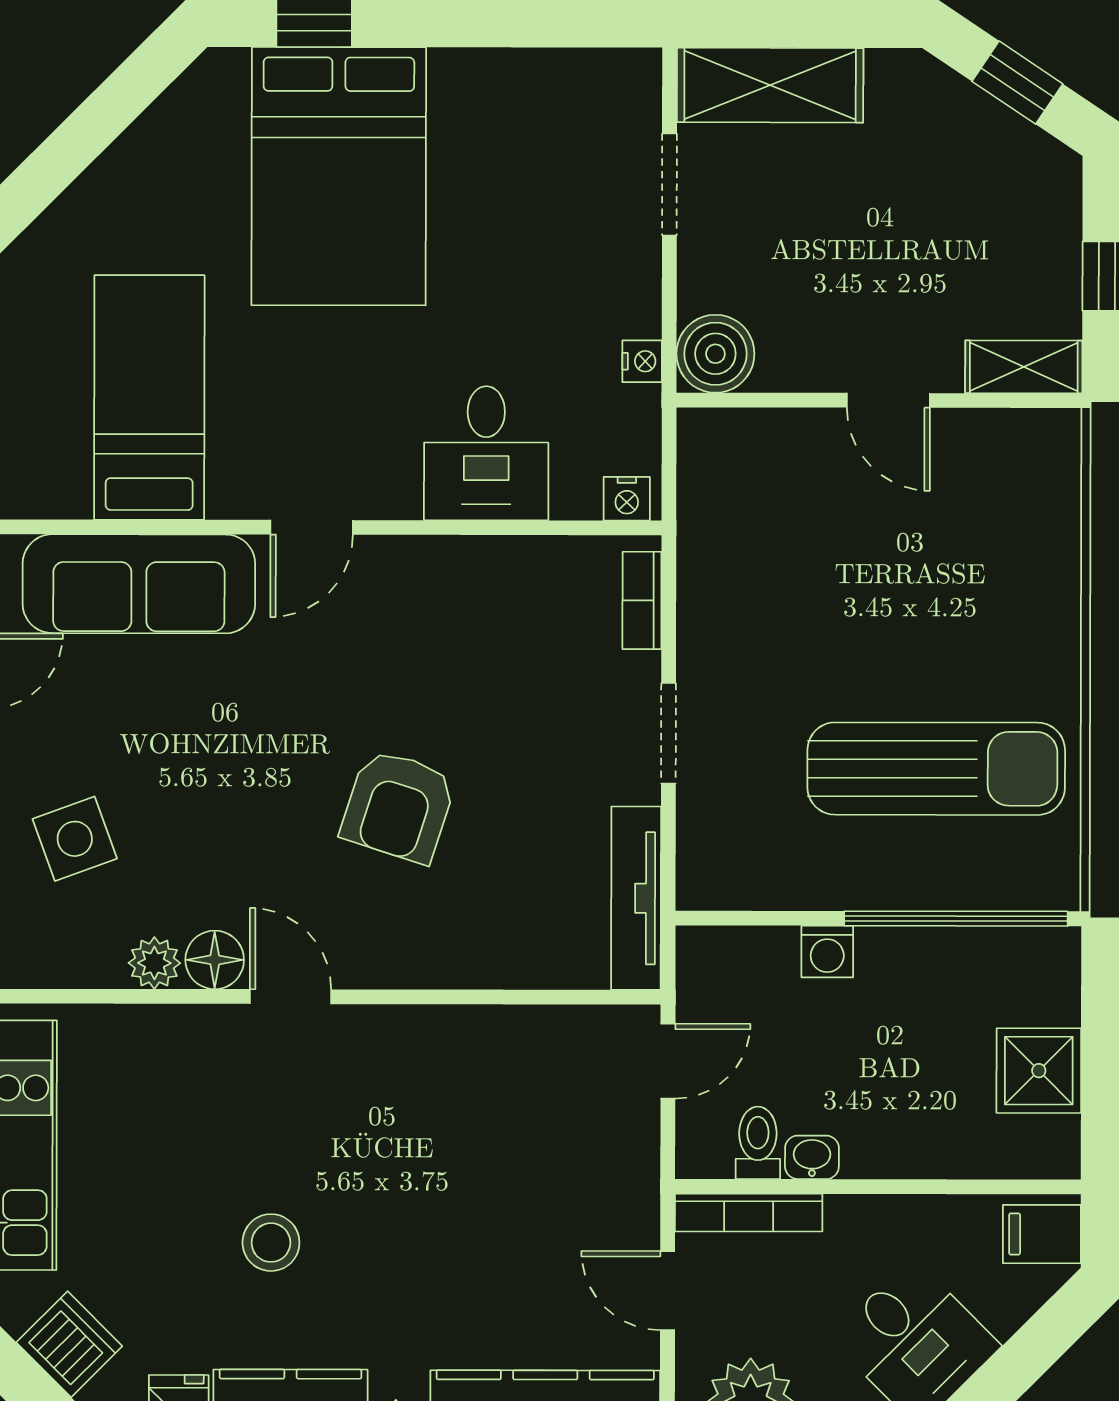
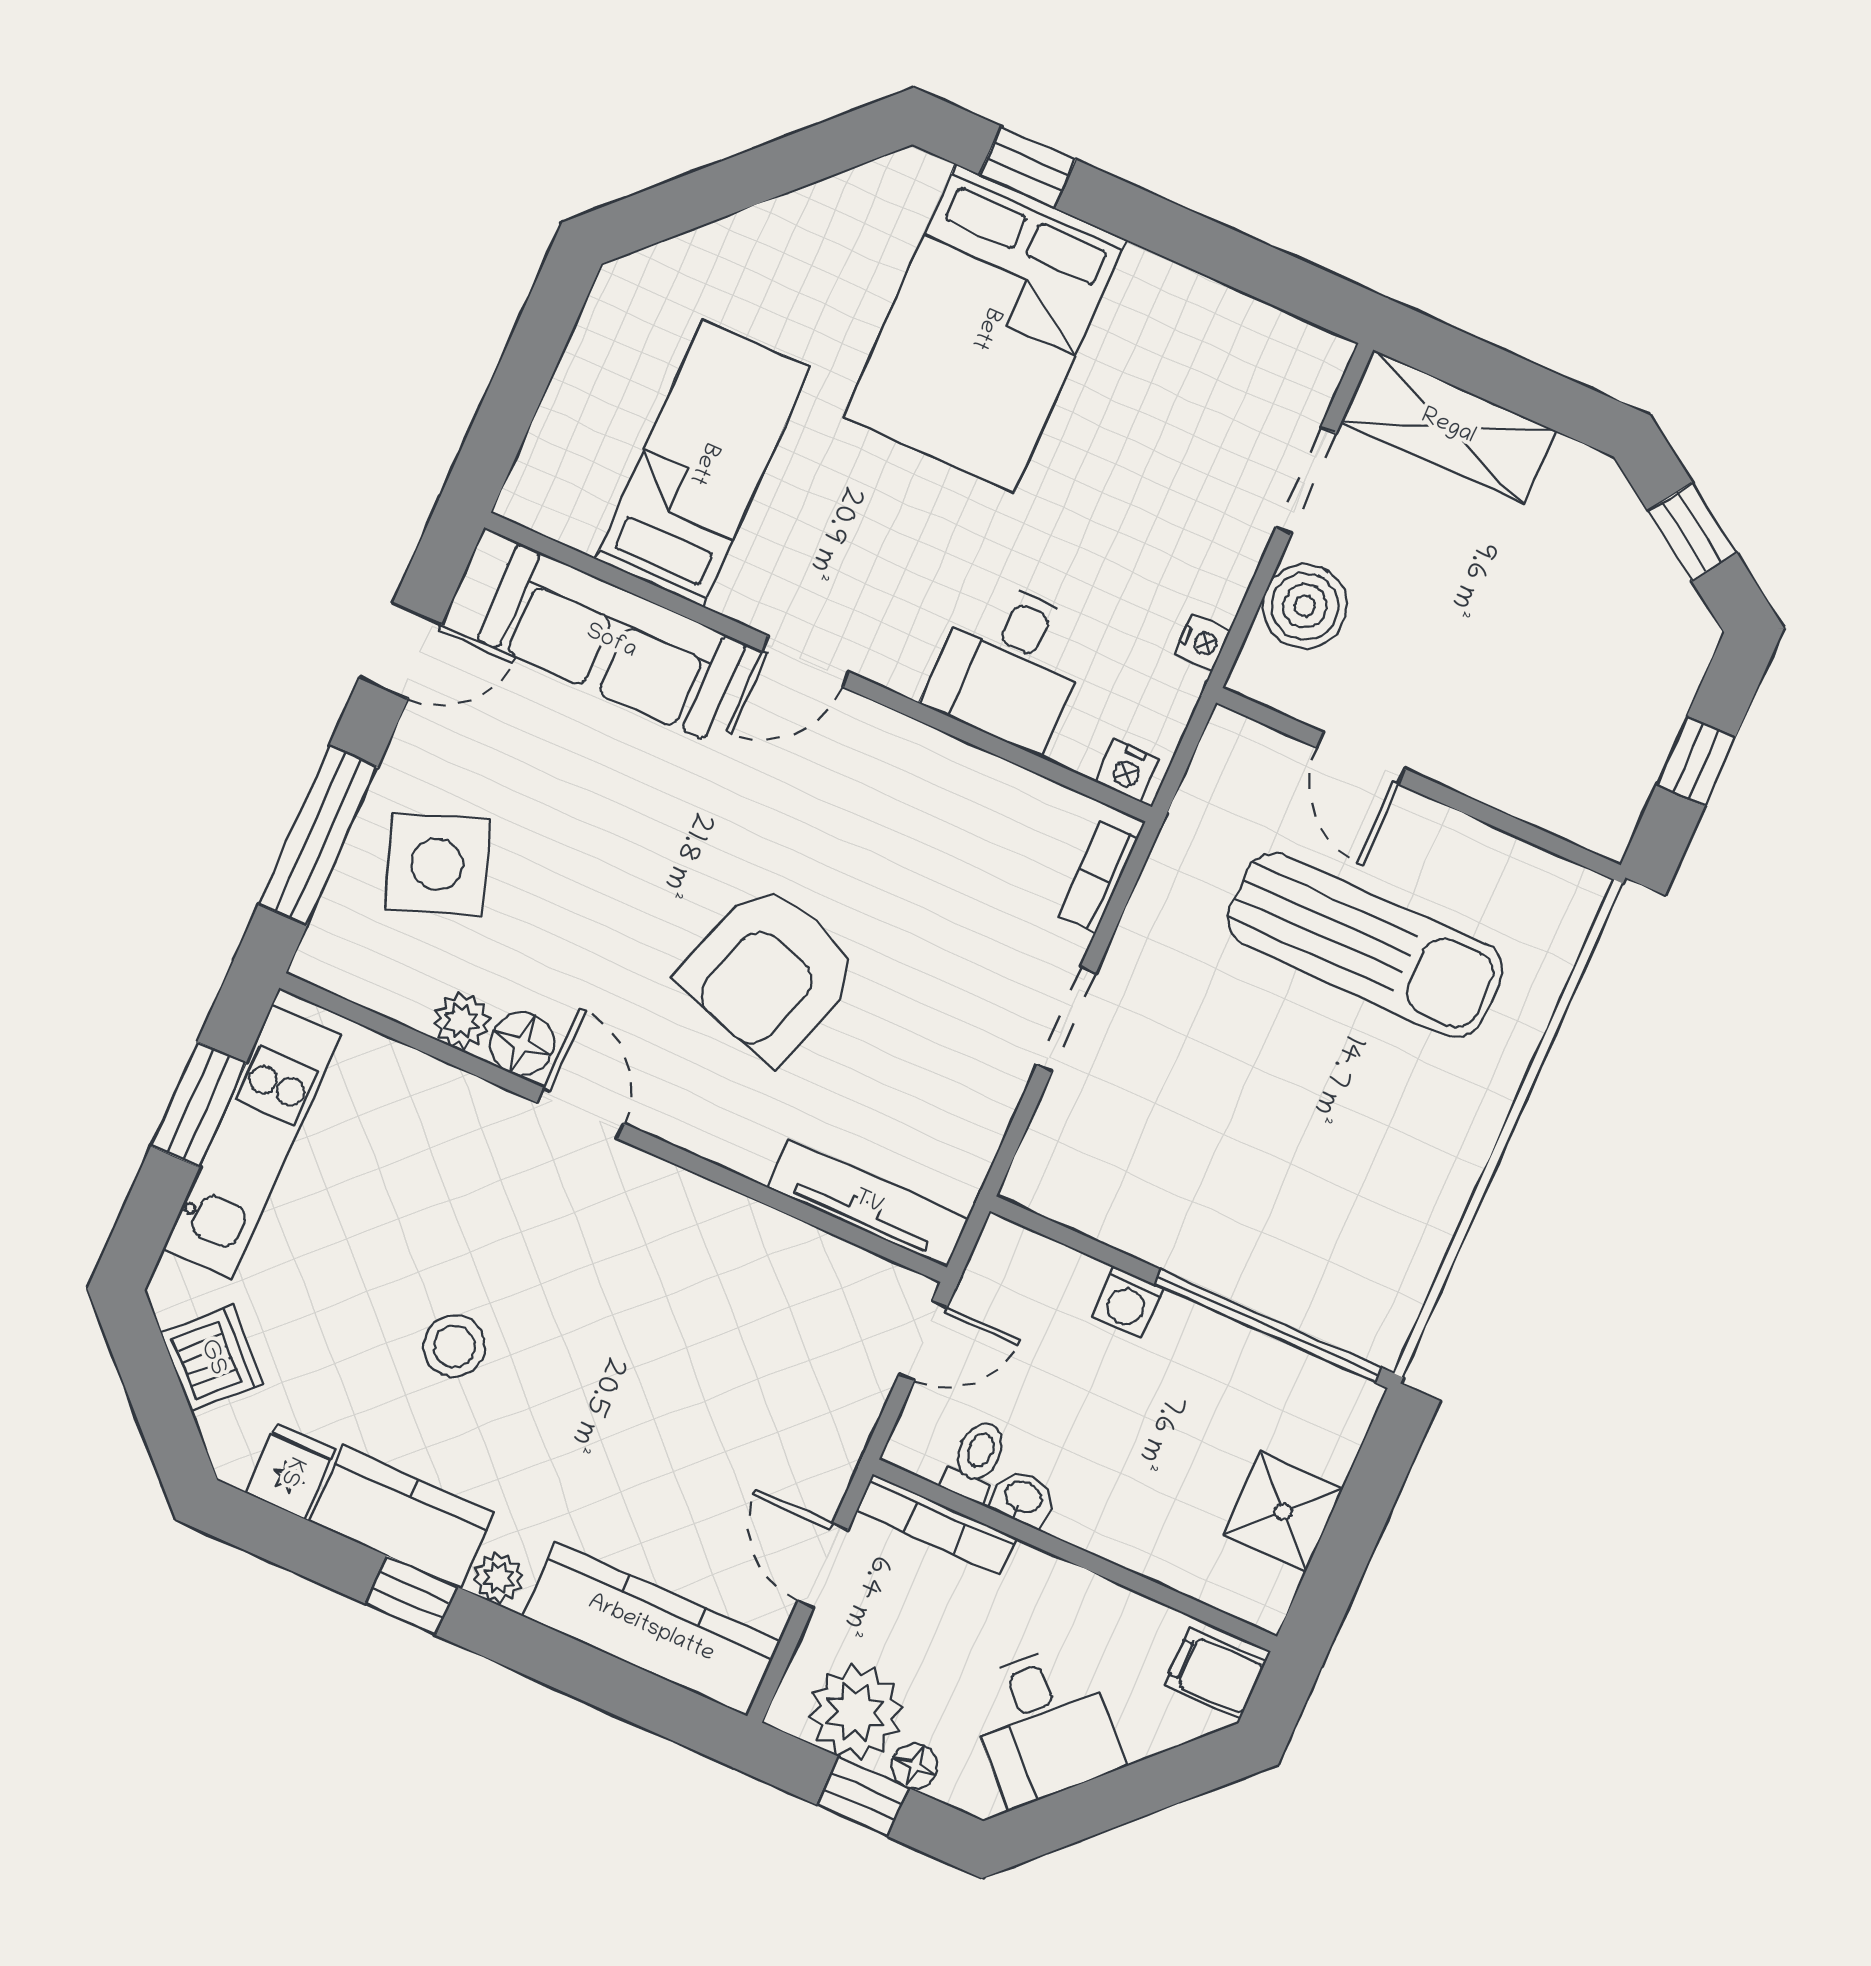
boiler: (715, 354) -> (1305, 606), moved
shelving: (1024, 367) -> (1575, 814), removed
door: (888, 400) -> (1361, 758), moved
sun lounger: (936, 769) -> (1365, 945), moved
armchair: (398, 806) -> (769, 973), width x1.36, depth x1.36
side table: (75, 839) -> (437, 864), width x1.37, depth x1.37
tv unit: (636, 898) -> (868, 1203), moved, turned 90

